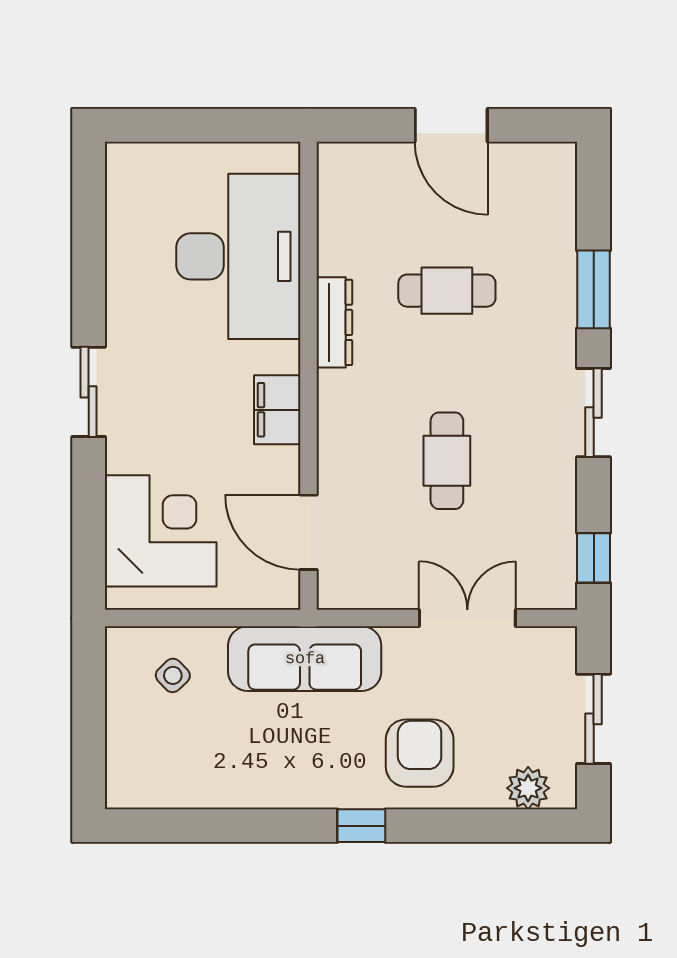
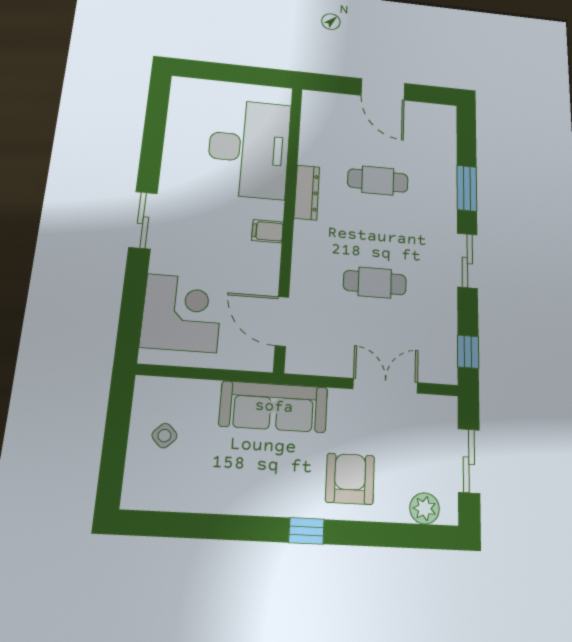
filing cabinet: (277, 410) -> (267, 231), width x0.50
cafe table: (447, 461) -> (375, 283), turned 90
side table: (173, 675) -> (164, 436), moved

